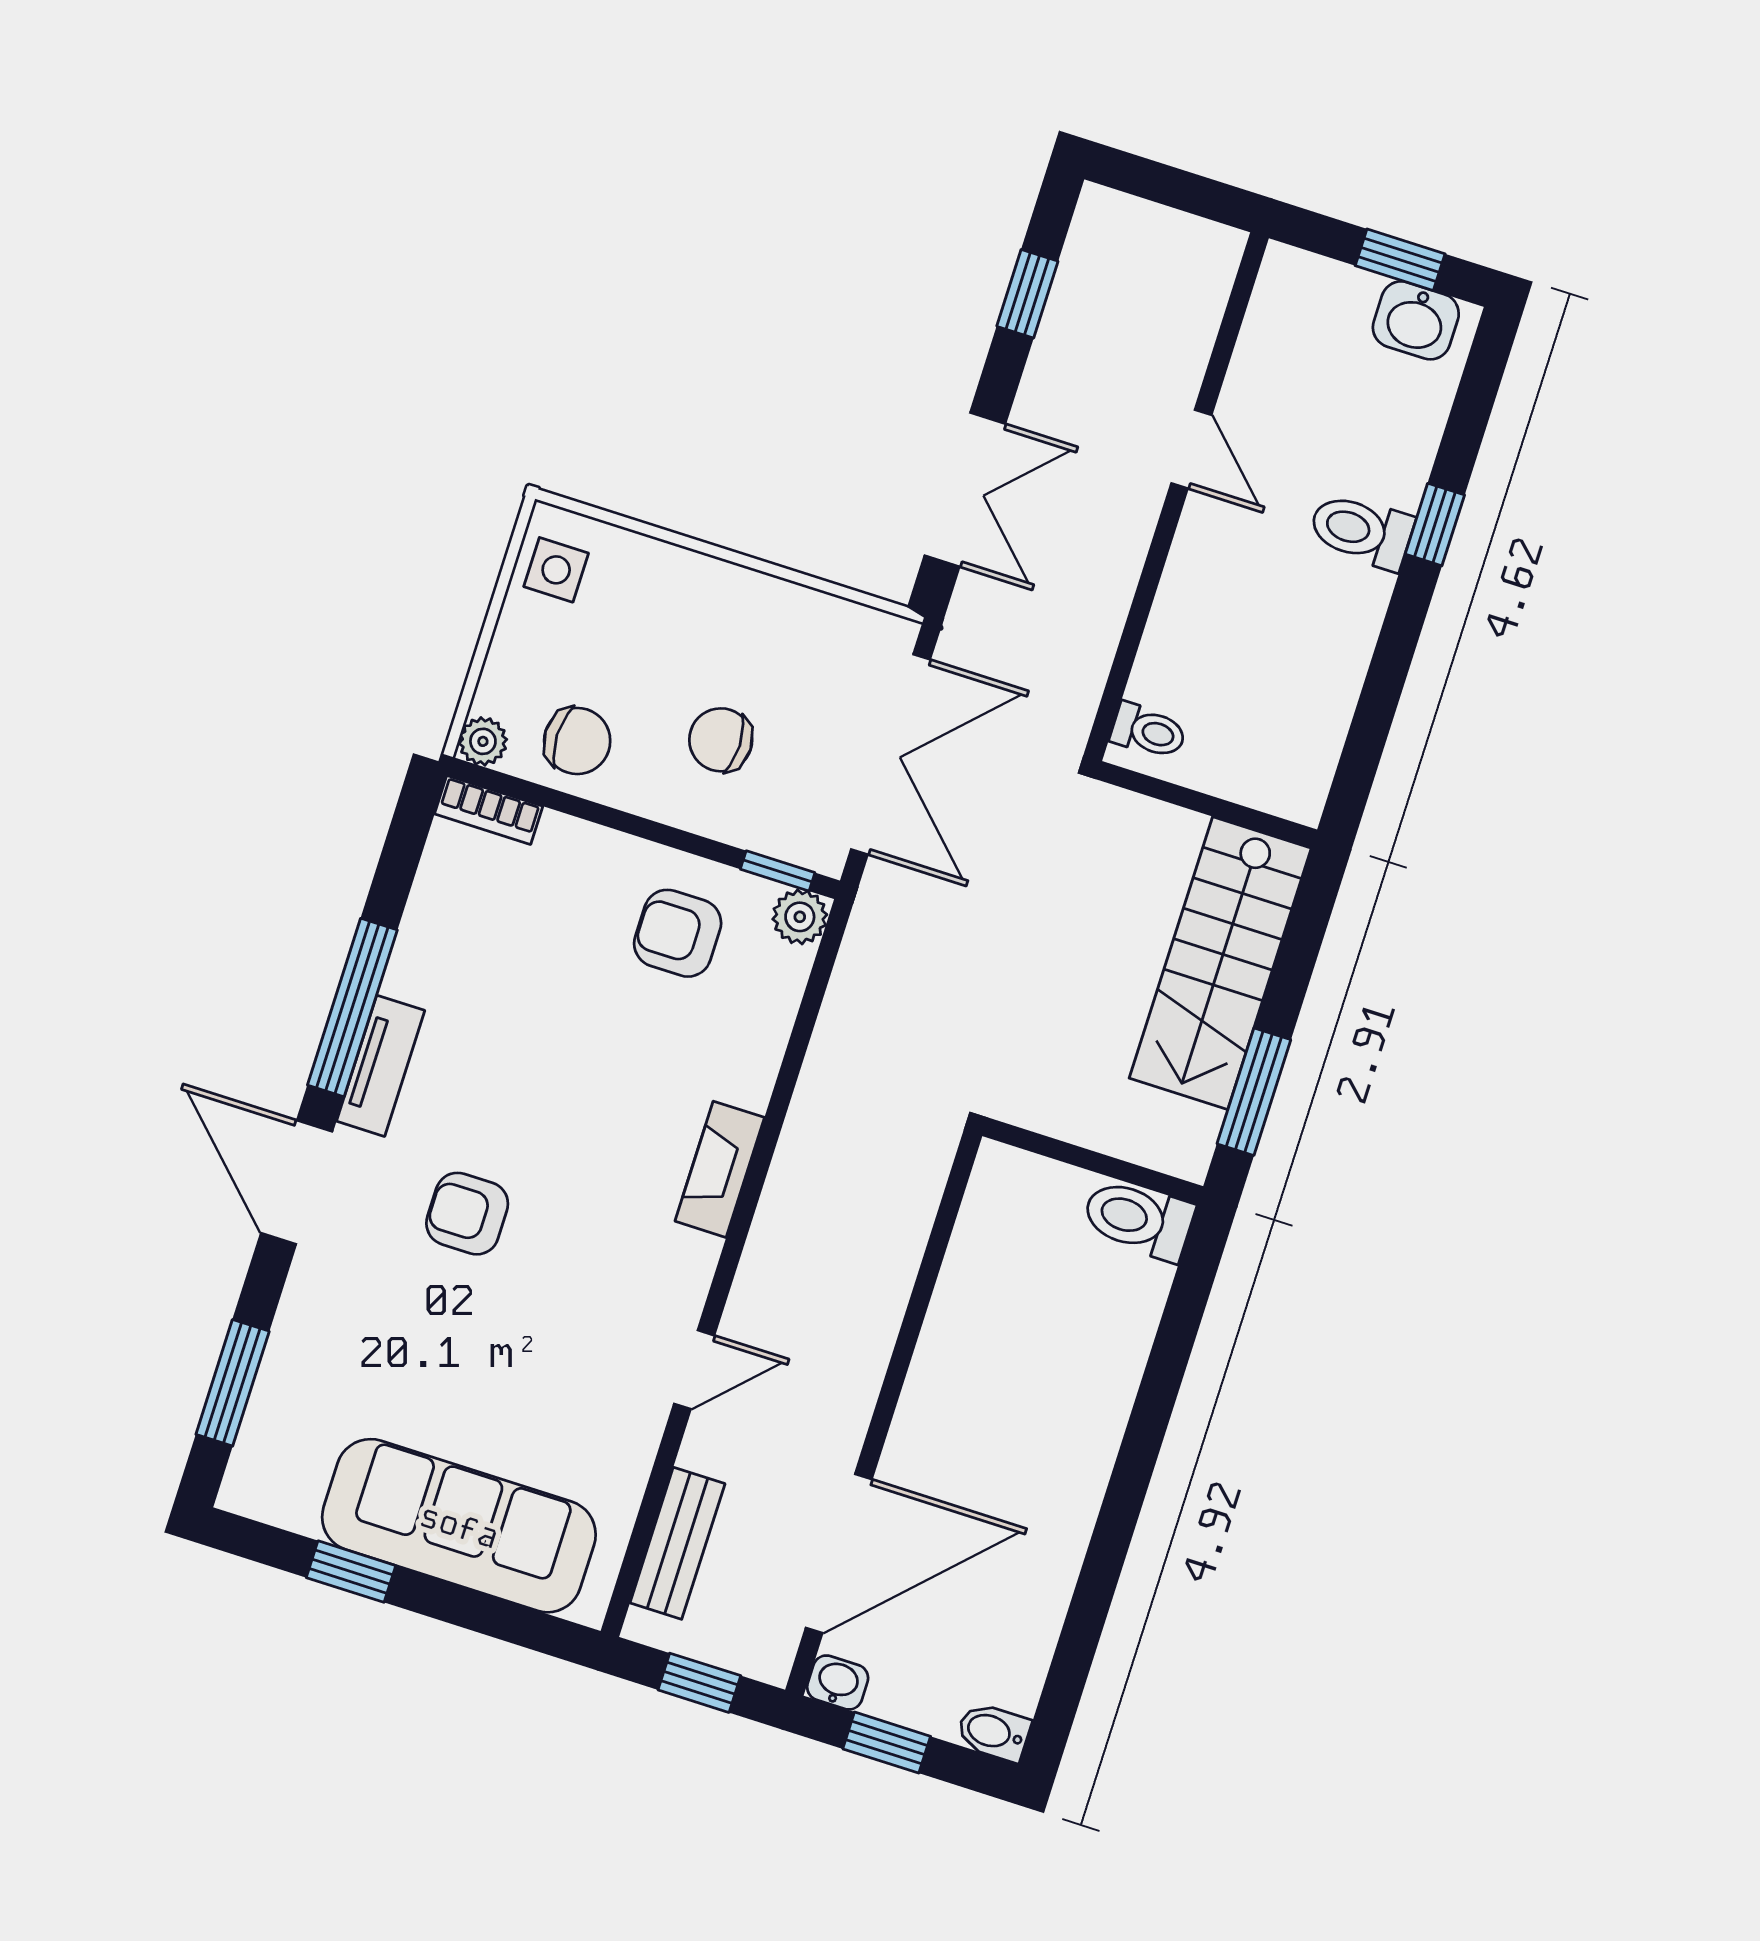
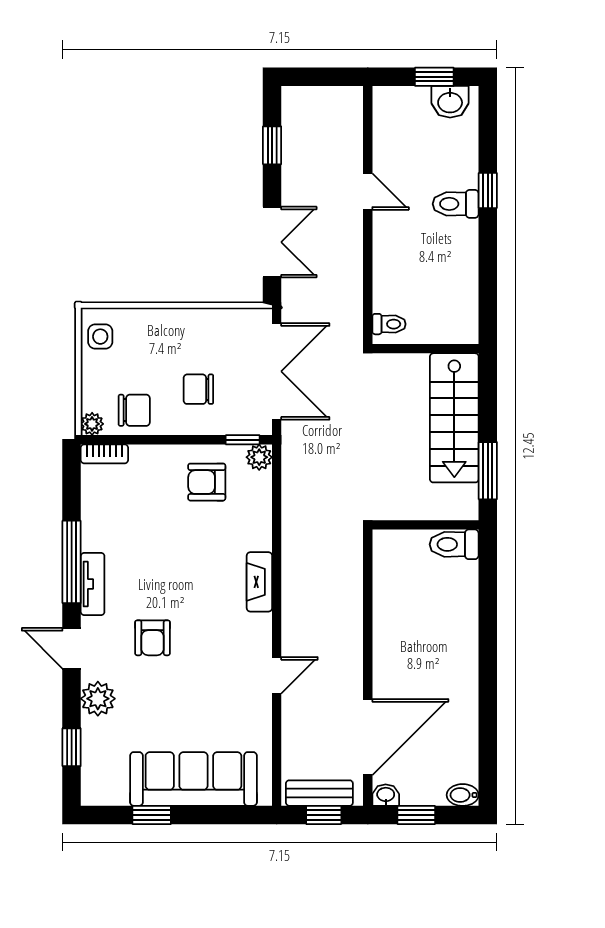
door: (297, 1182) -> (72, 648), width x0.73
armchair: (467, 1214) -> (153, 638), turned -90
plant: (317, 1301) -> (98, 699), added
window: (233, 1383) -> (72, 747), width x0.67
bench: (677, 1543) -> (319, 793), moved, turned 90

